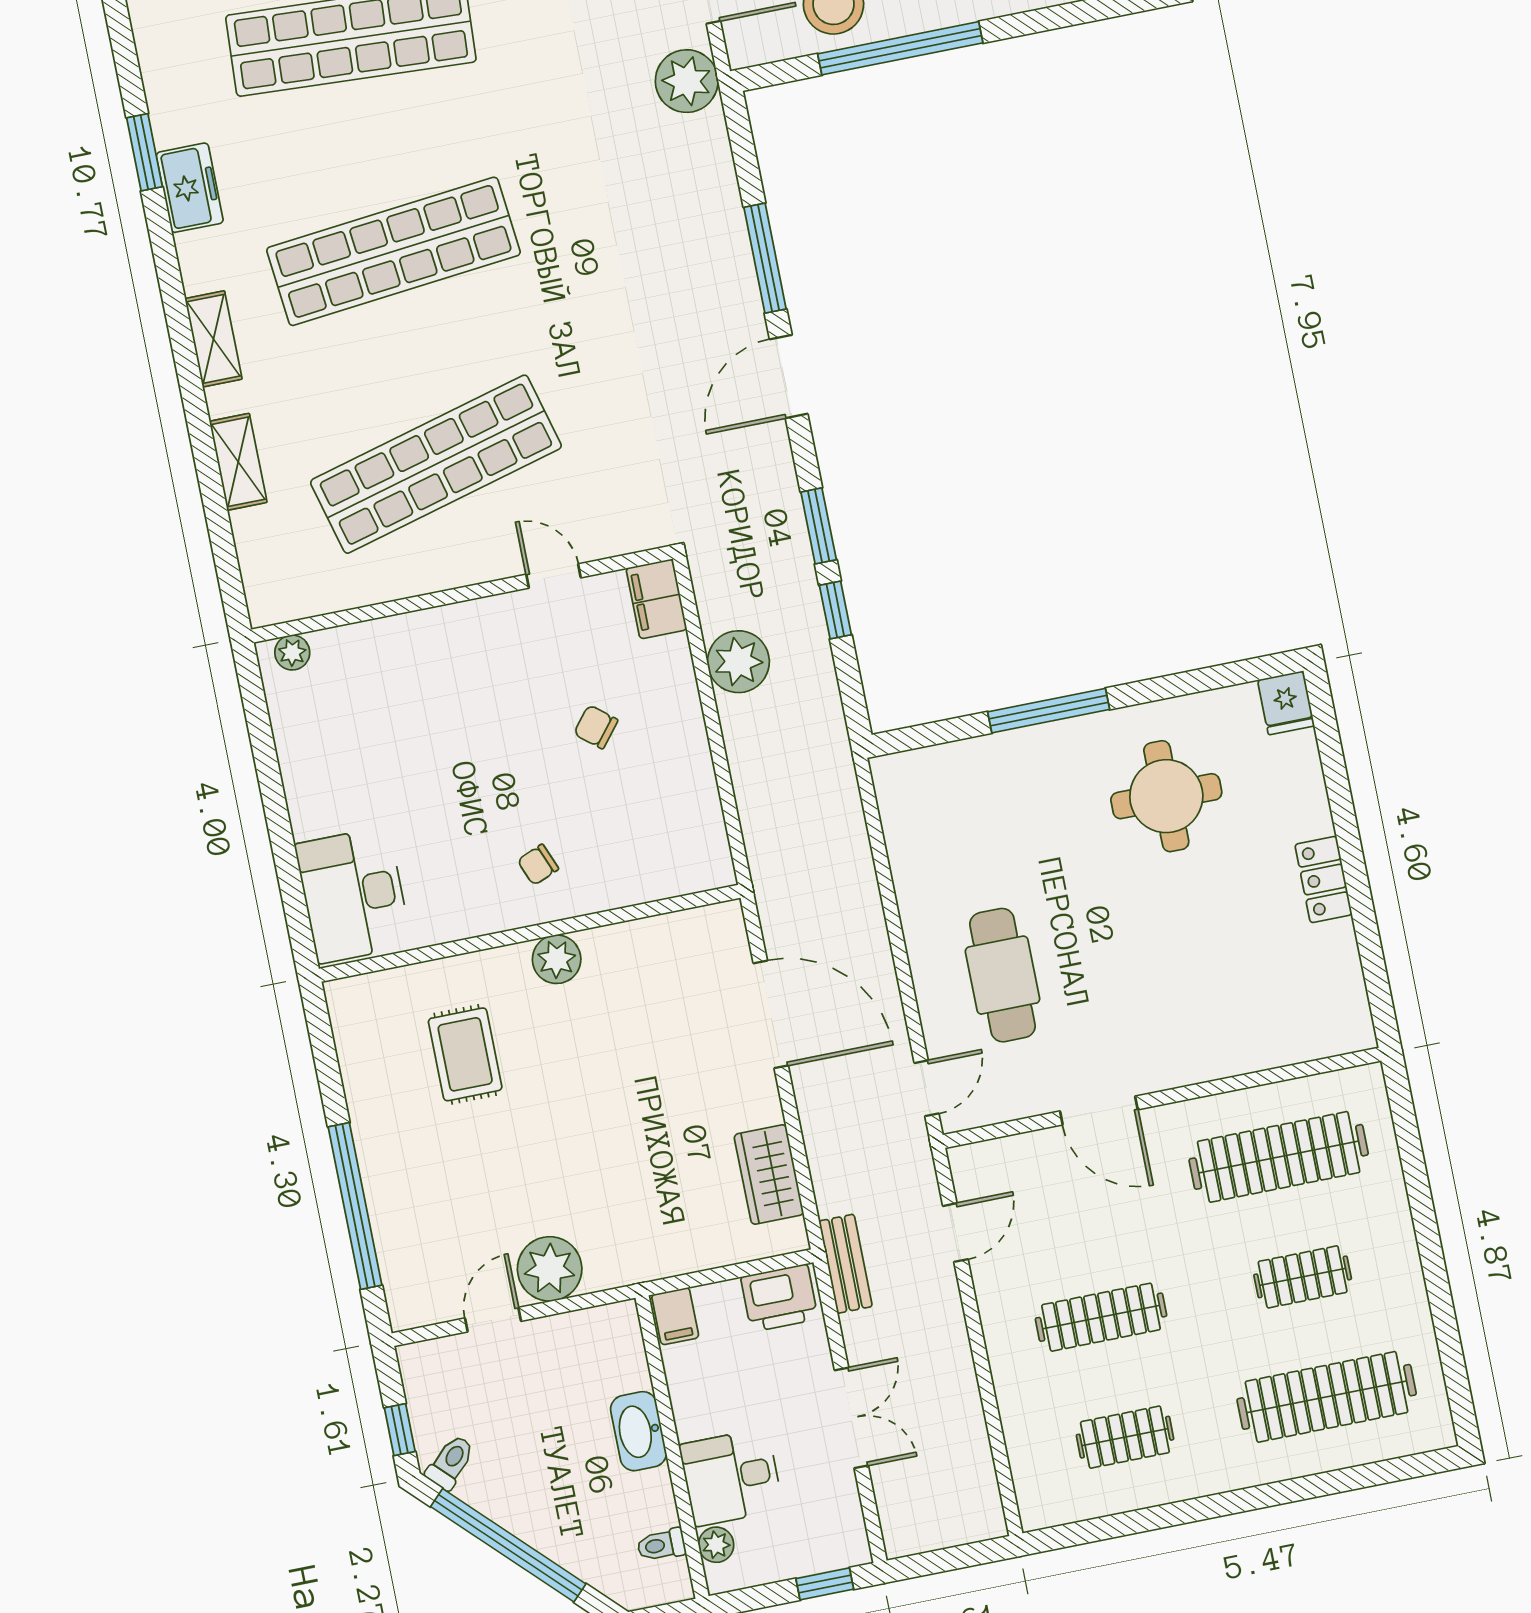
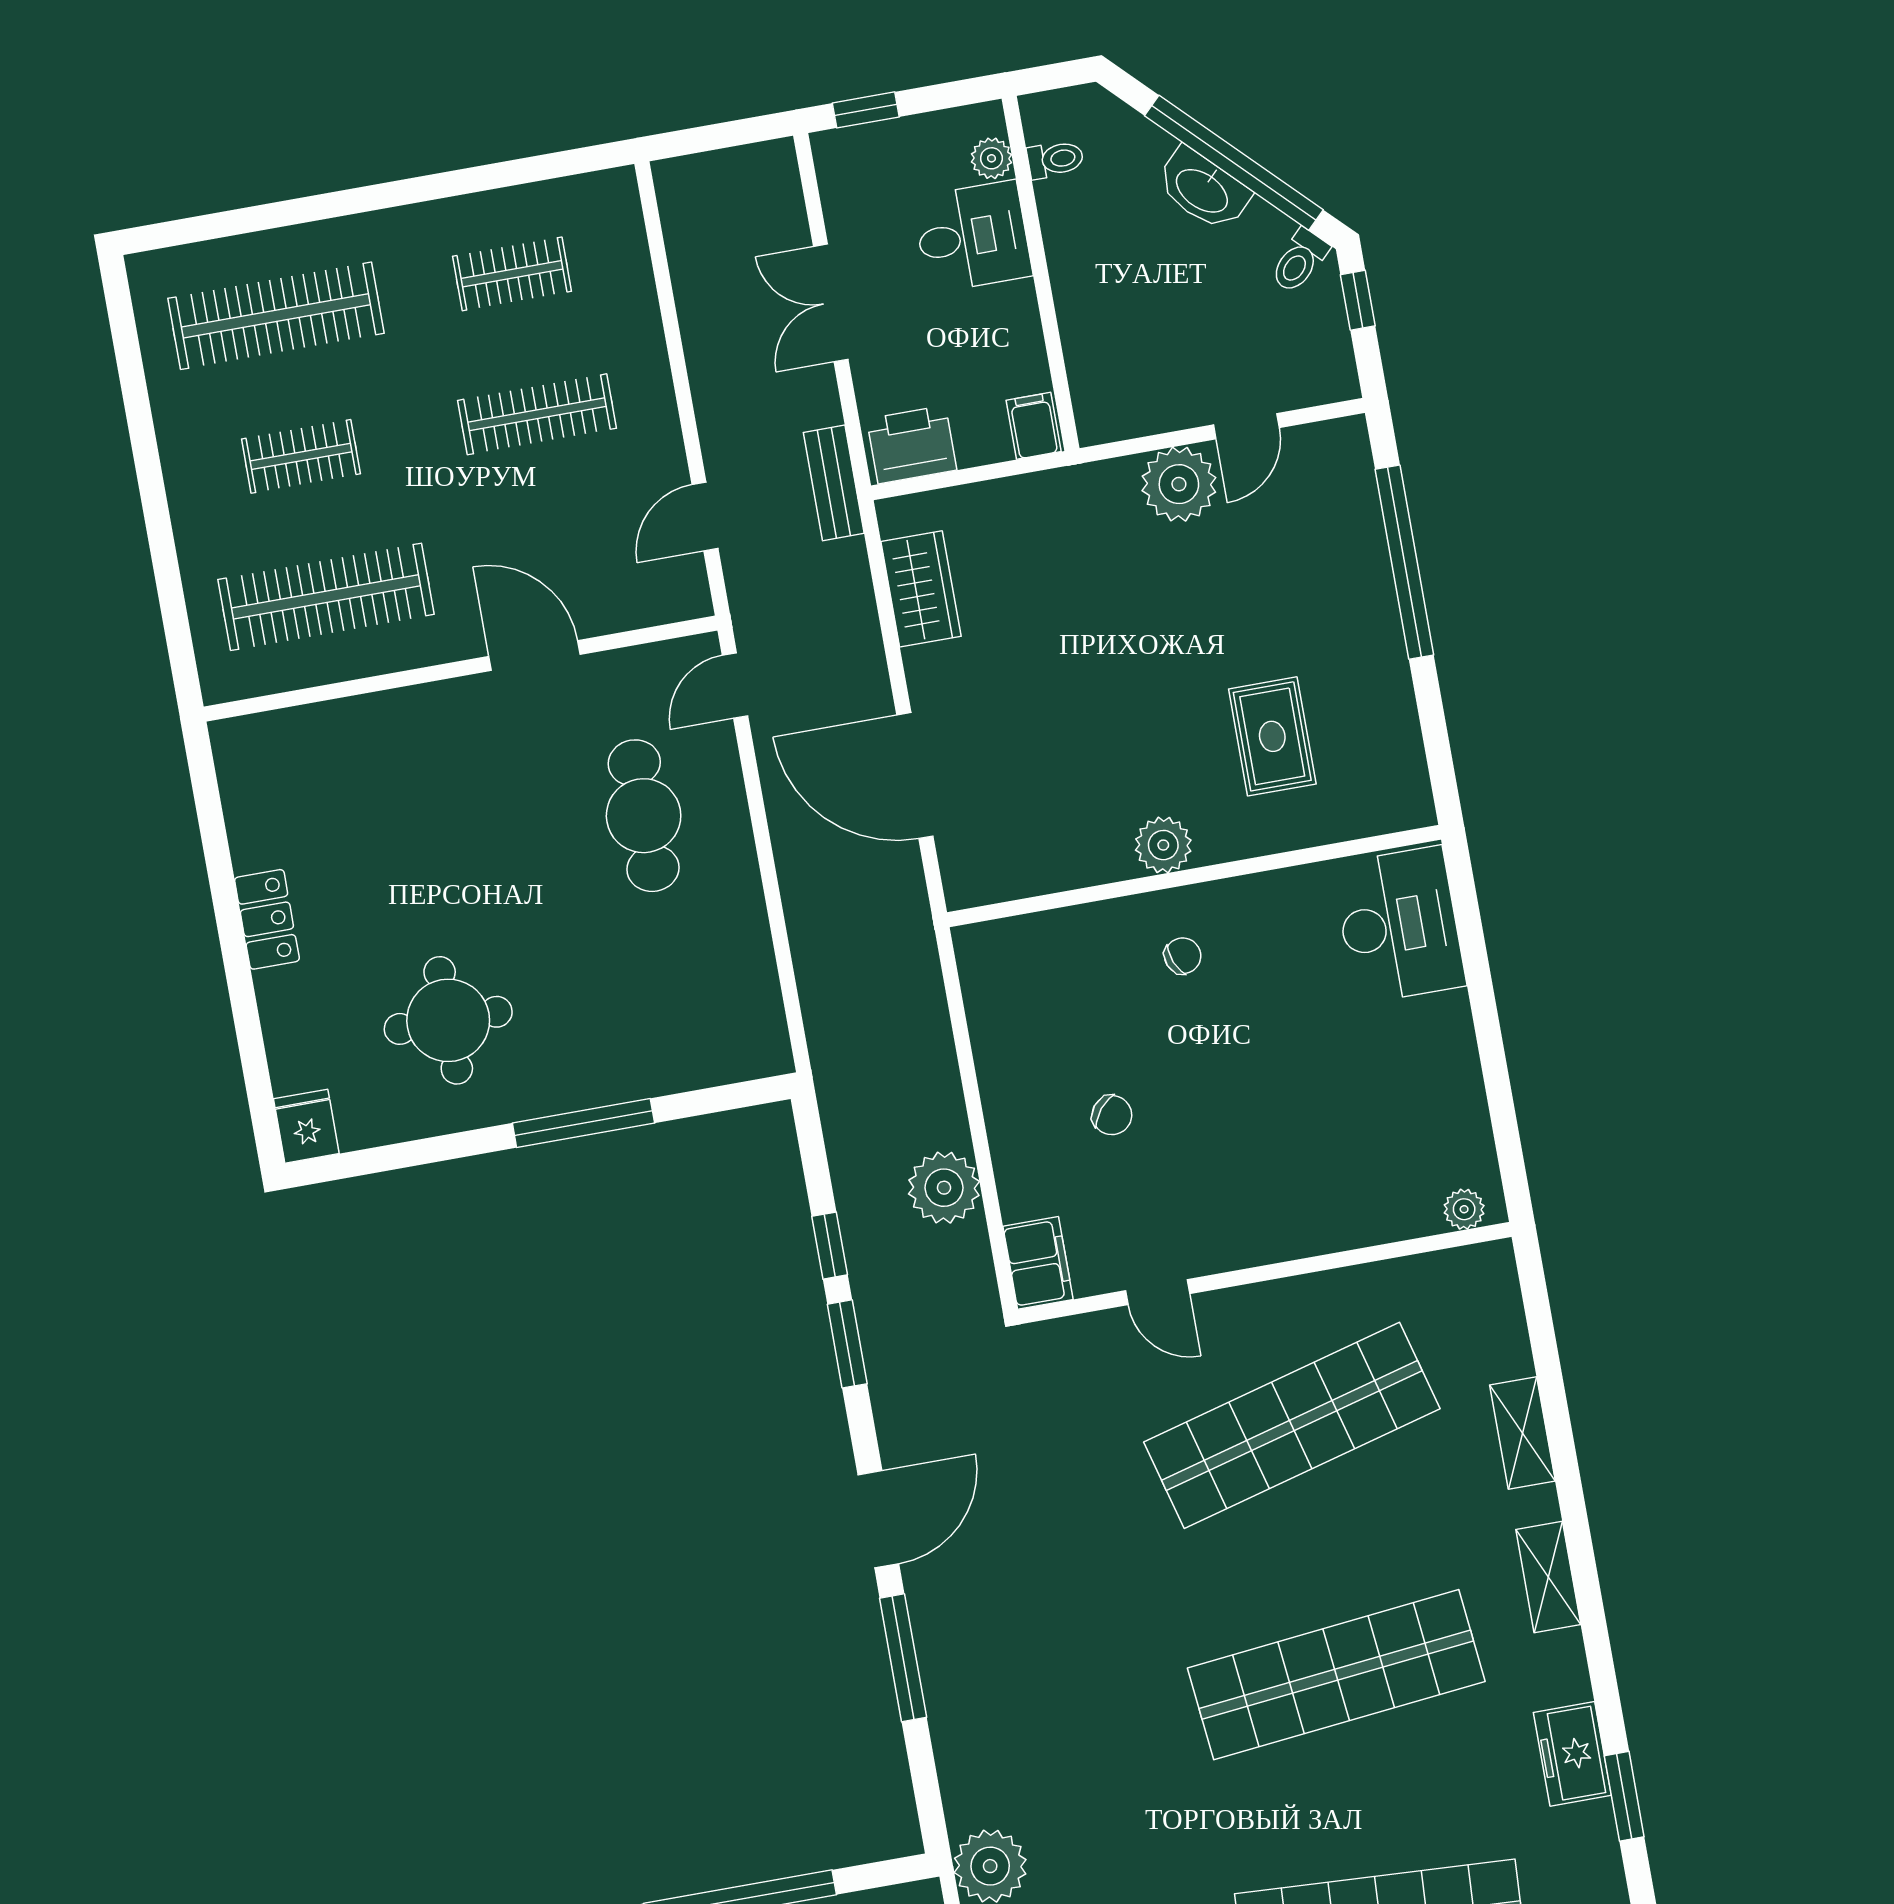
washbasin: (638, 1431) -> (1203, 190), moved, turned 135

